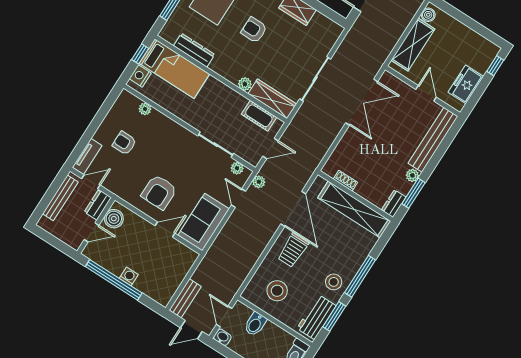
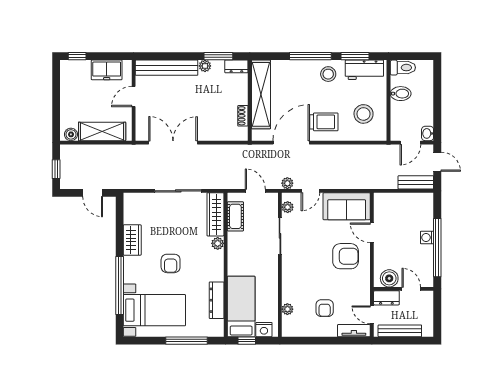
bidet: (255, 324) -> (401, 94), moved

